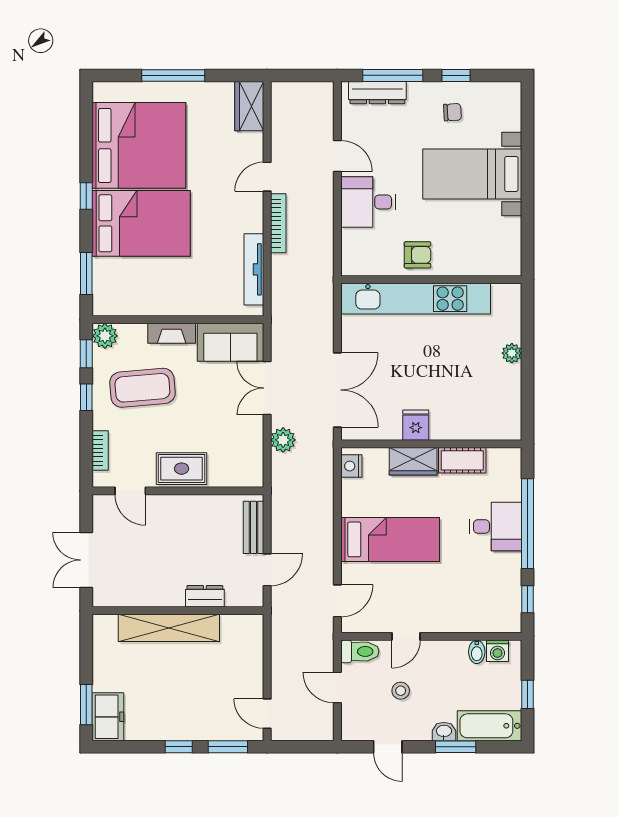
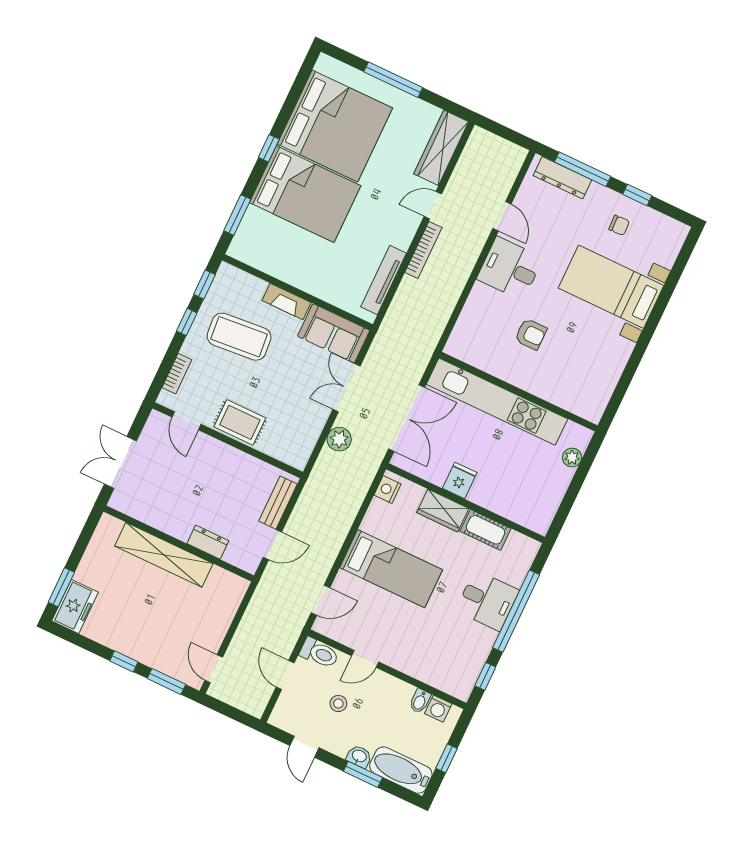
wardrobe: (249, 106) -> (441, 148), width x1.50
wall: (431, 280) -> (518, 392), moved
kitchen unit: (416, 299) -> (497, 402), moved
plant: (105, 336) -> (228, 277), removed

